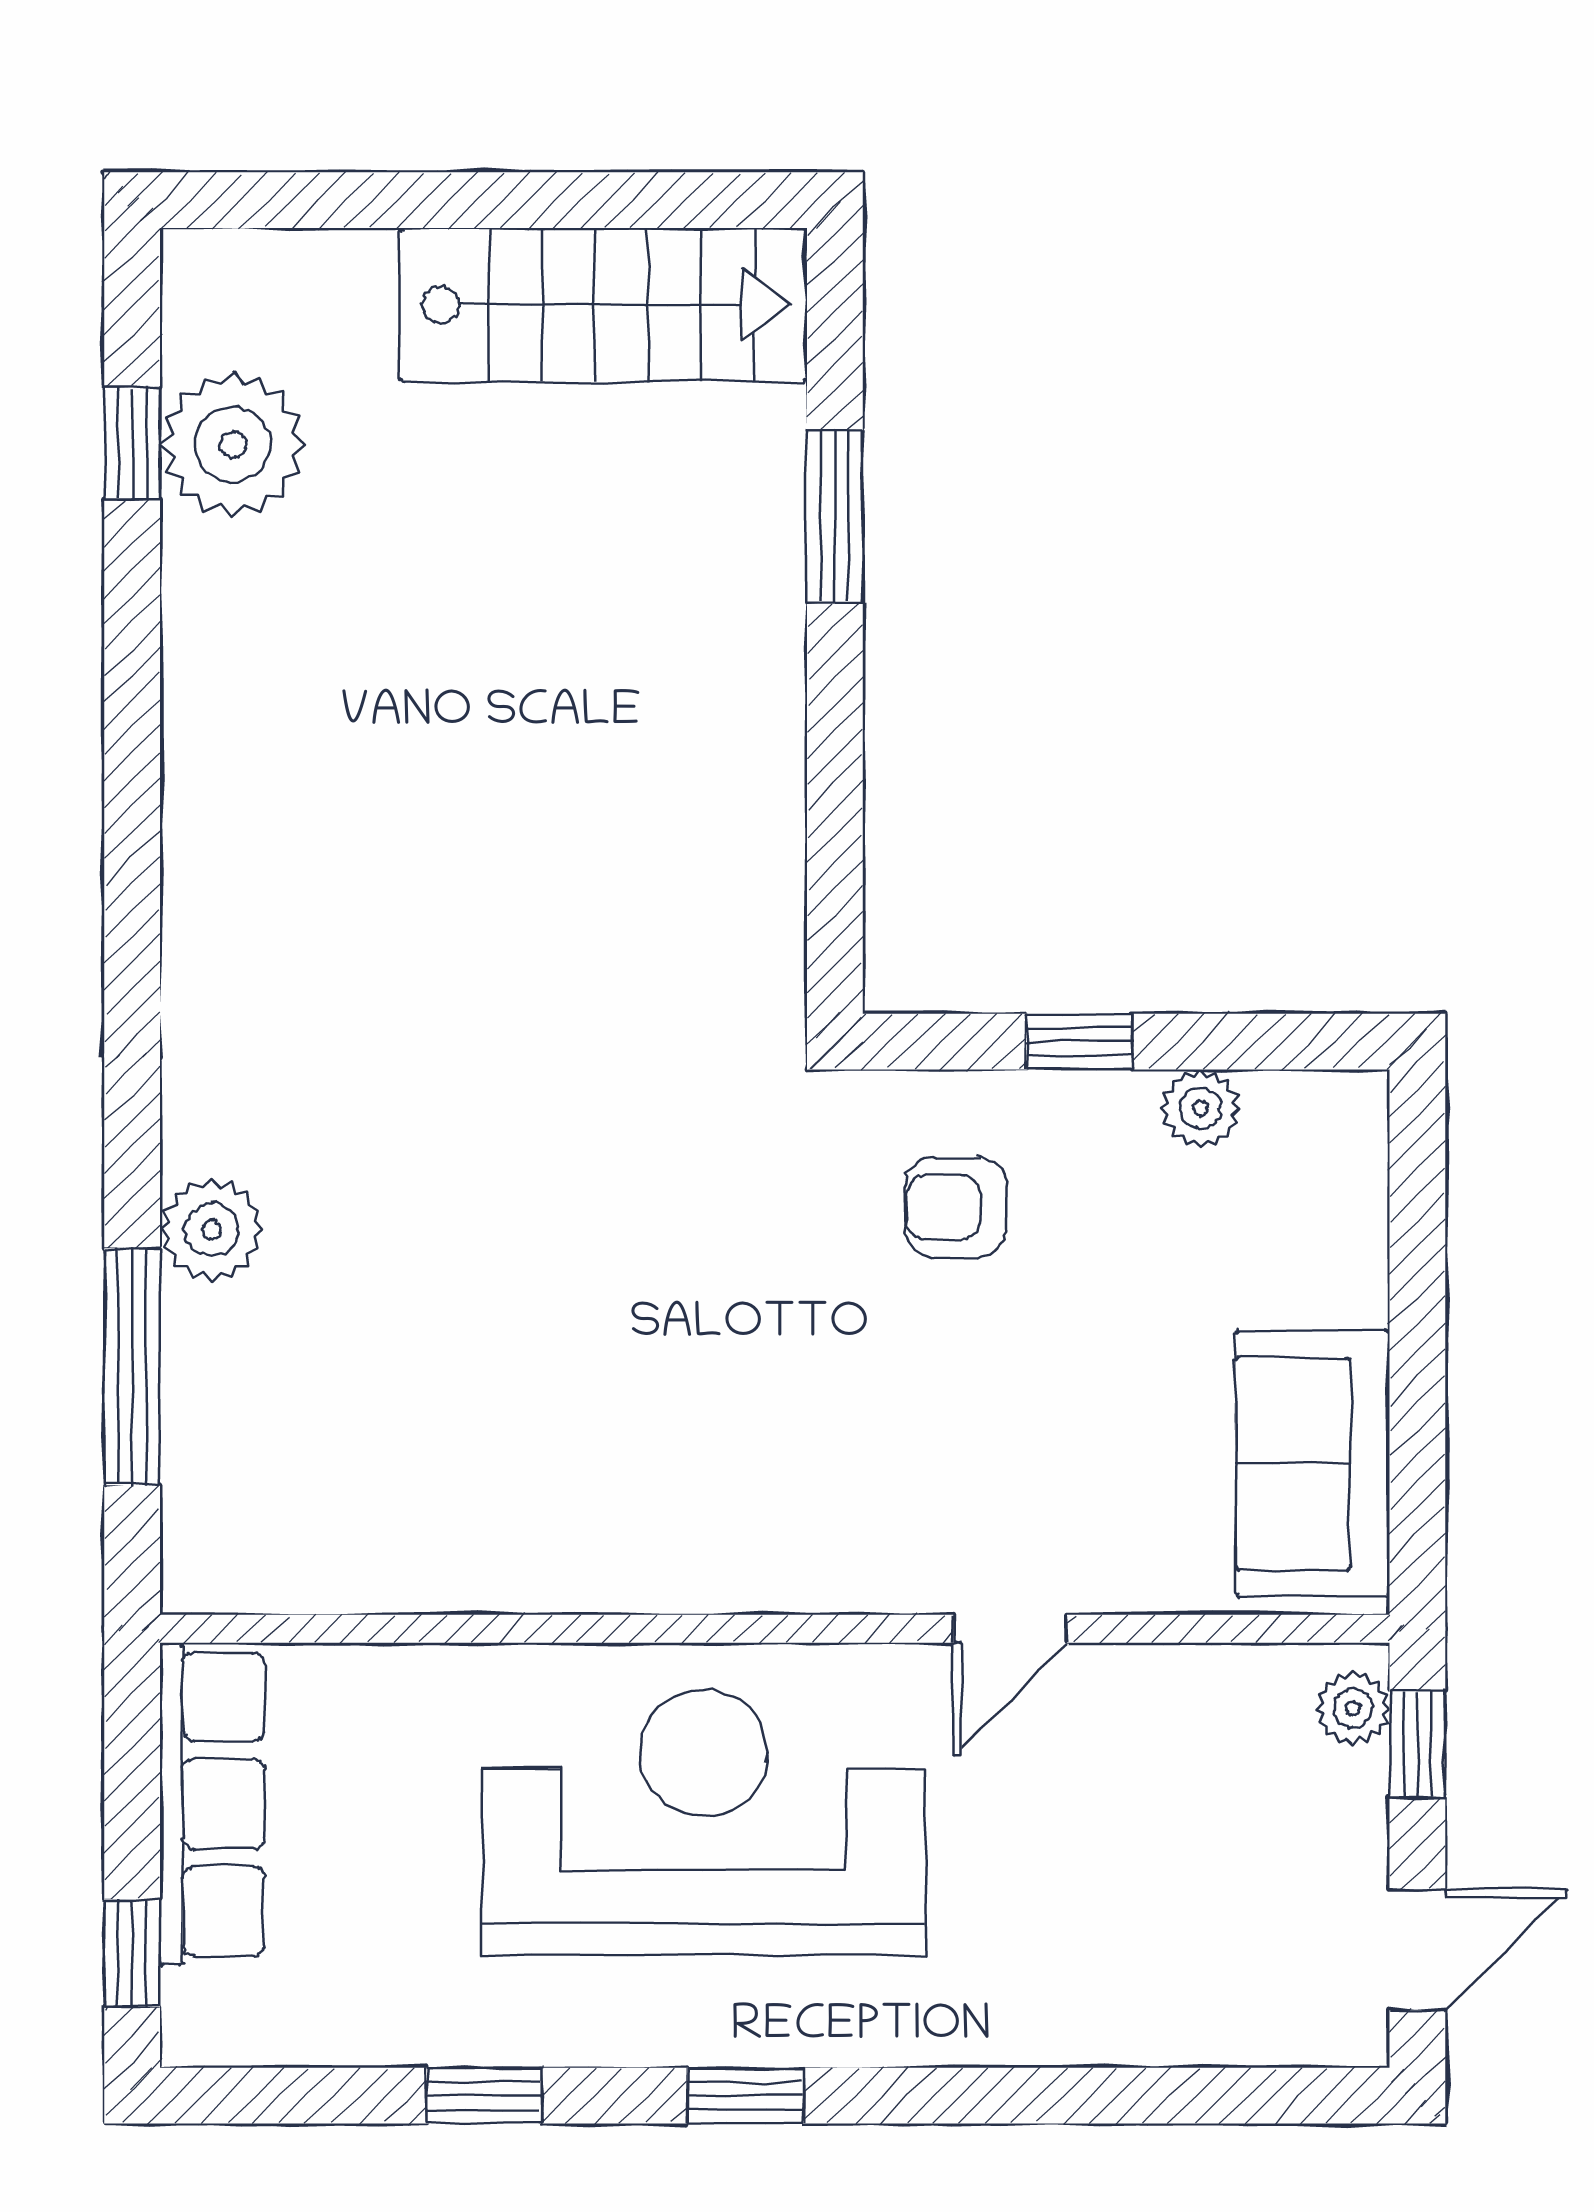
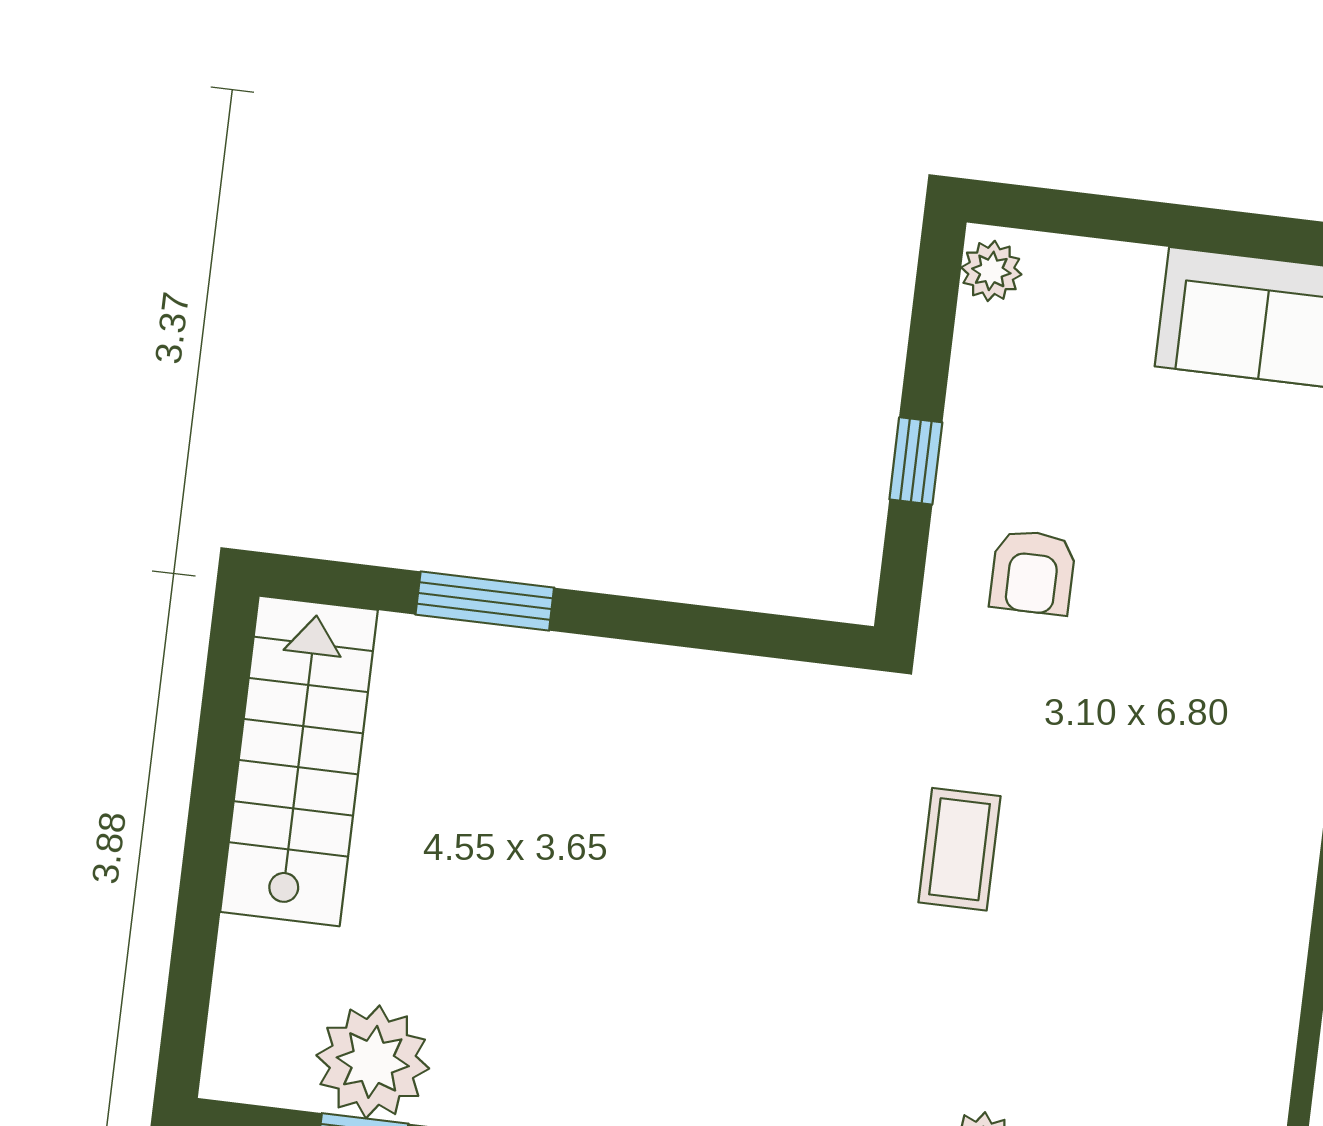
plant: (1200, 1108) -> (991, 271), moved
coffee table: (593, 1157) -> (959, 849), added

